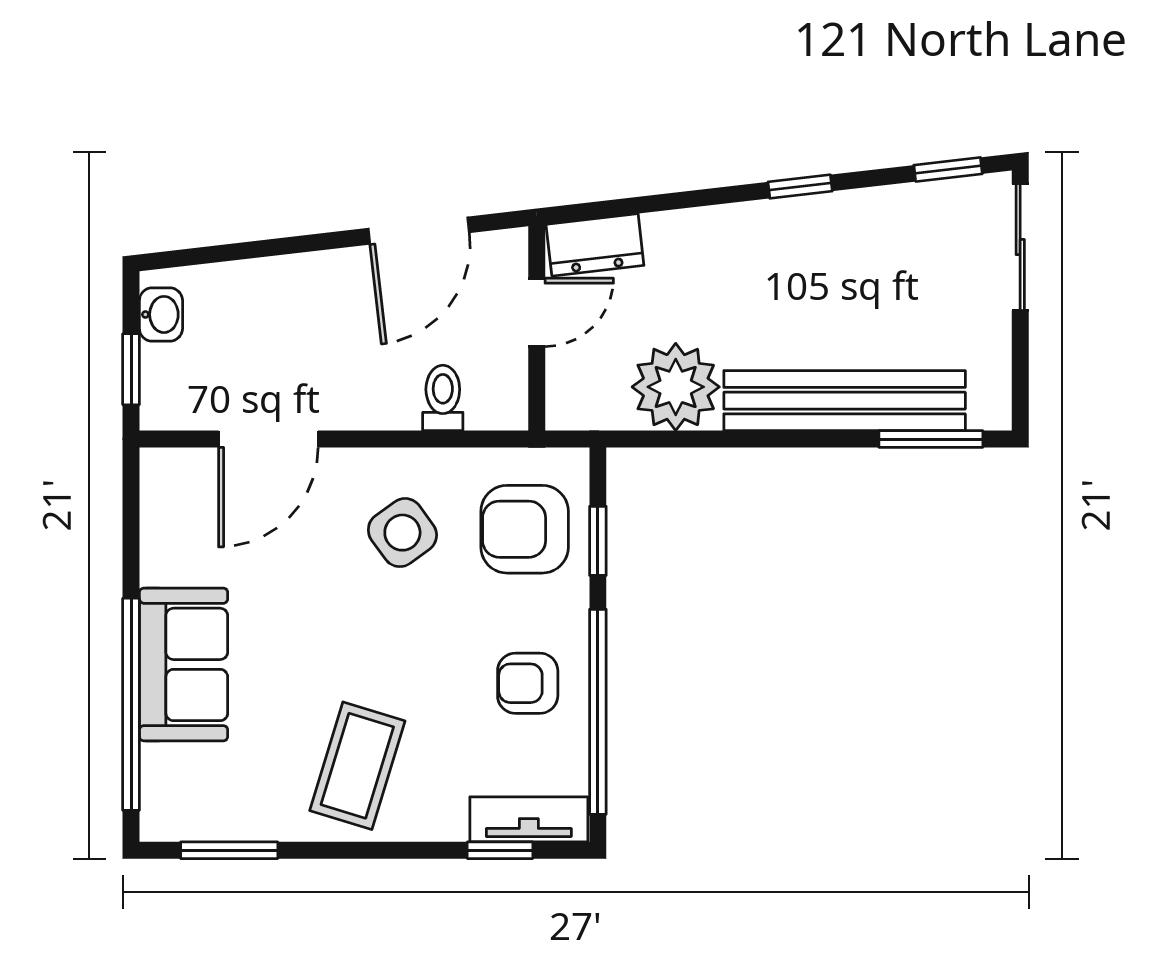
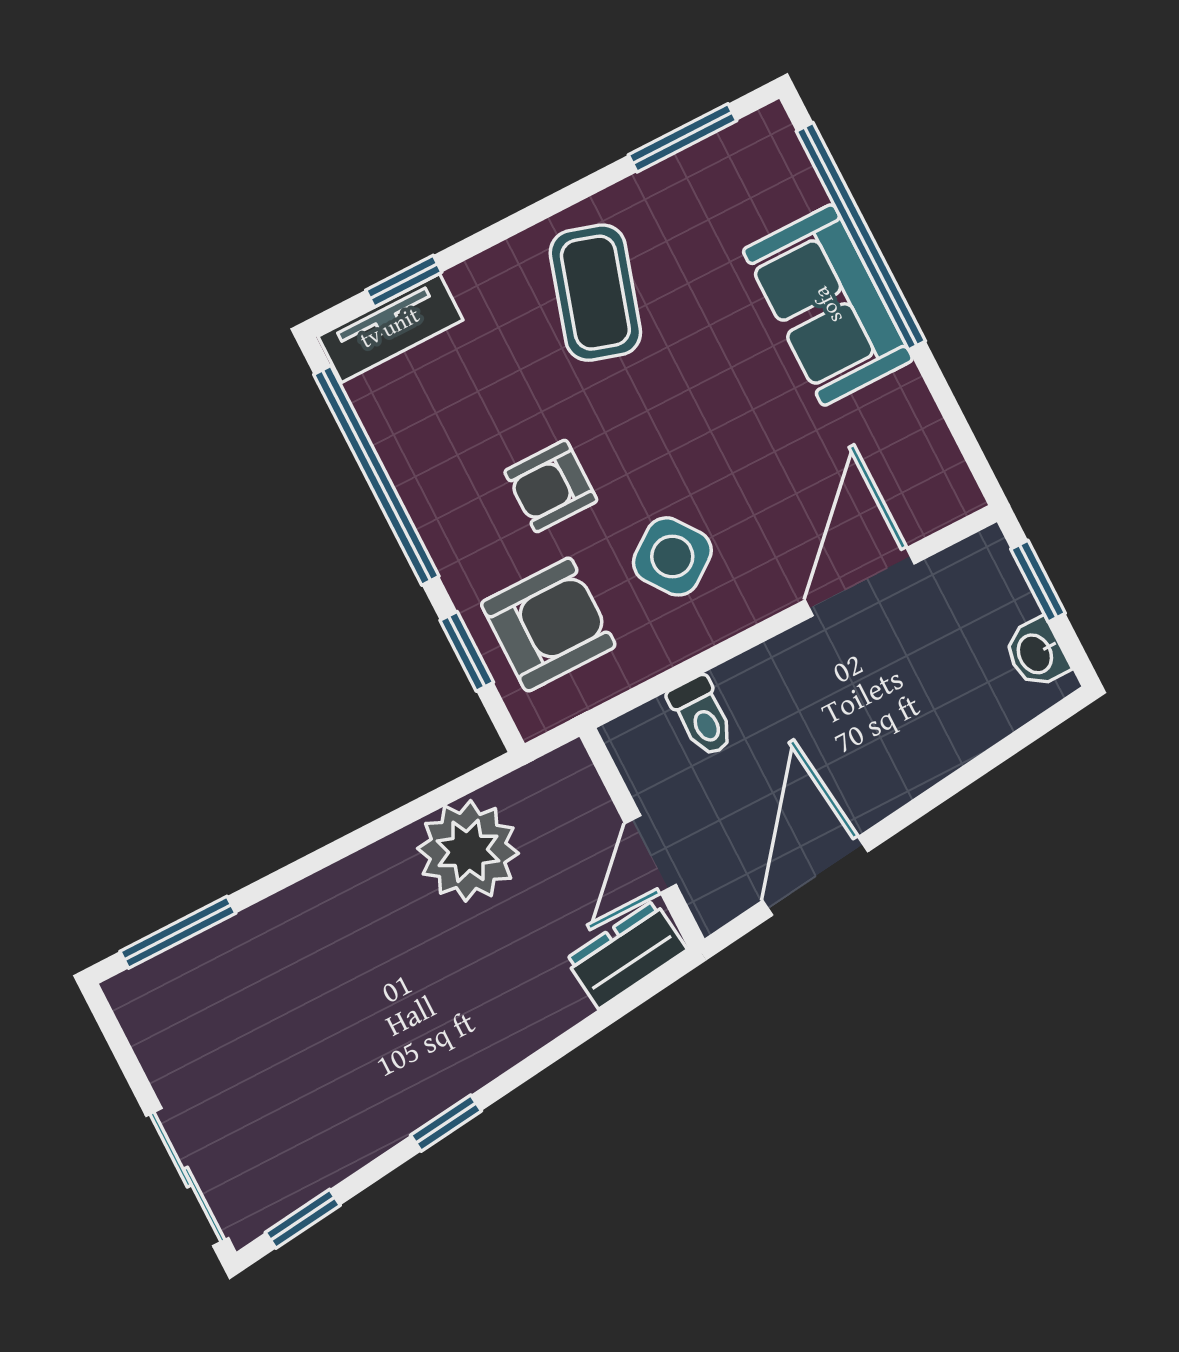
bench: (845, 401) -> (287, 926), removed
armchair: (528, 683) -> (551, 486), moved, turned 180

